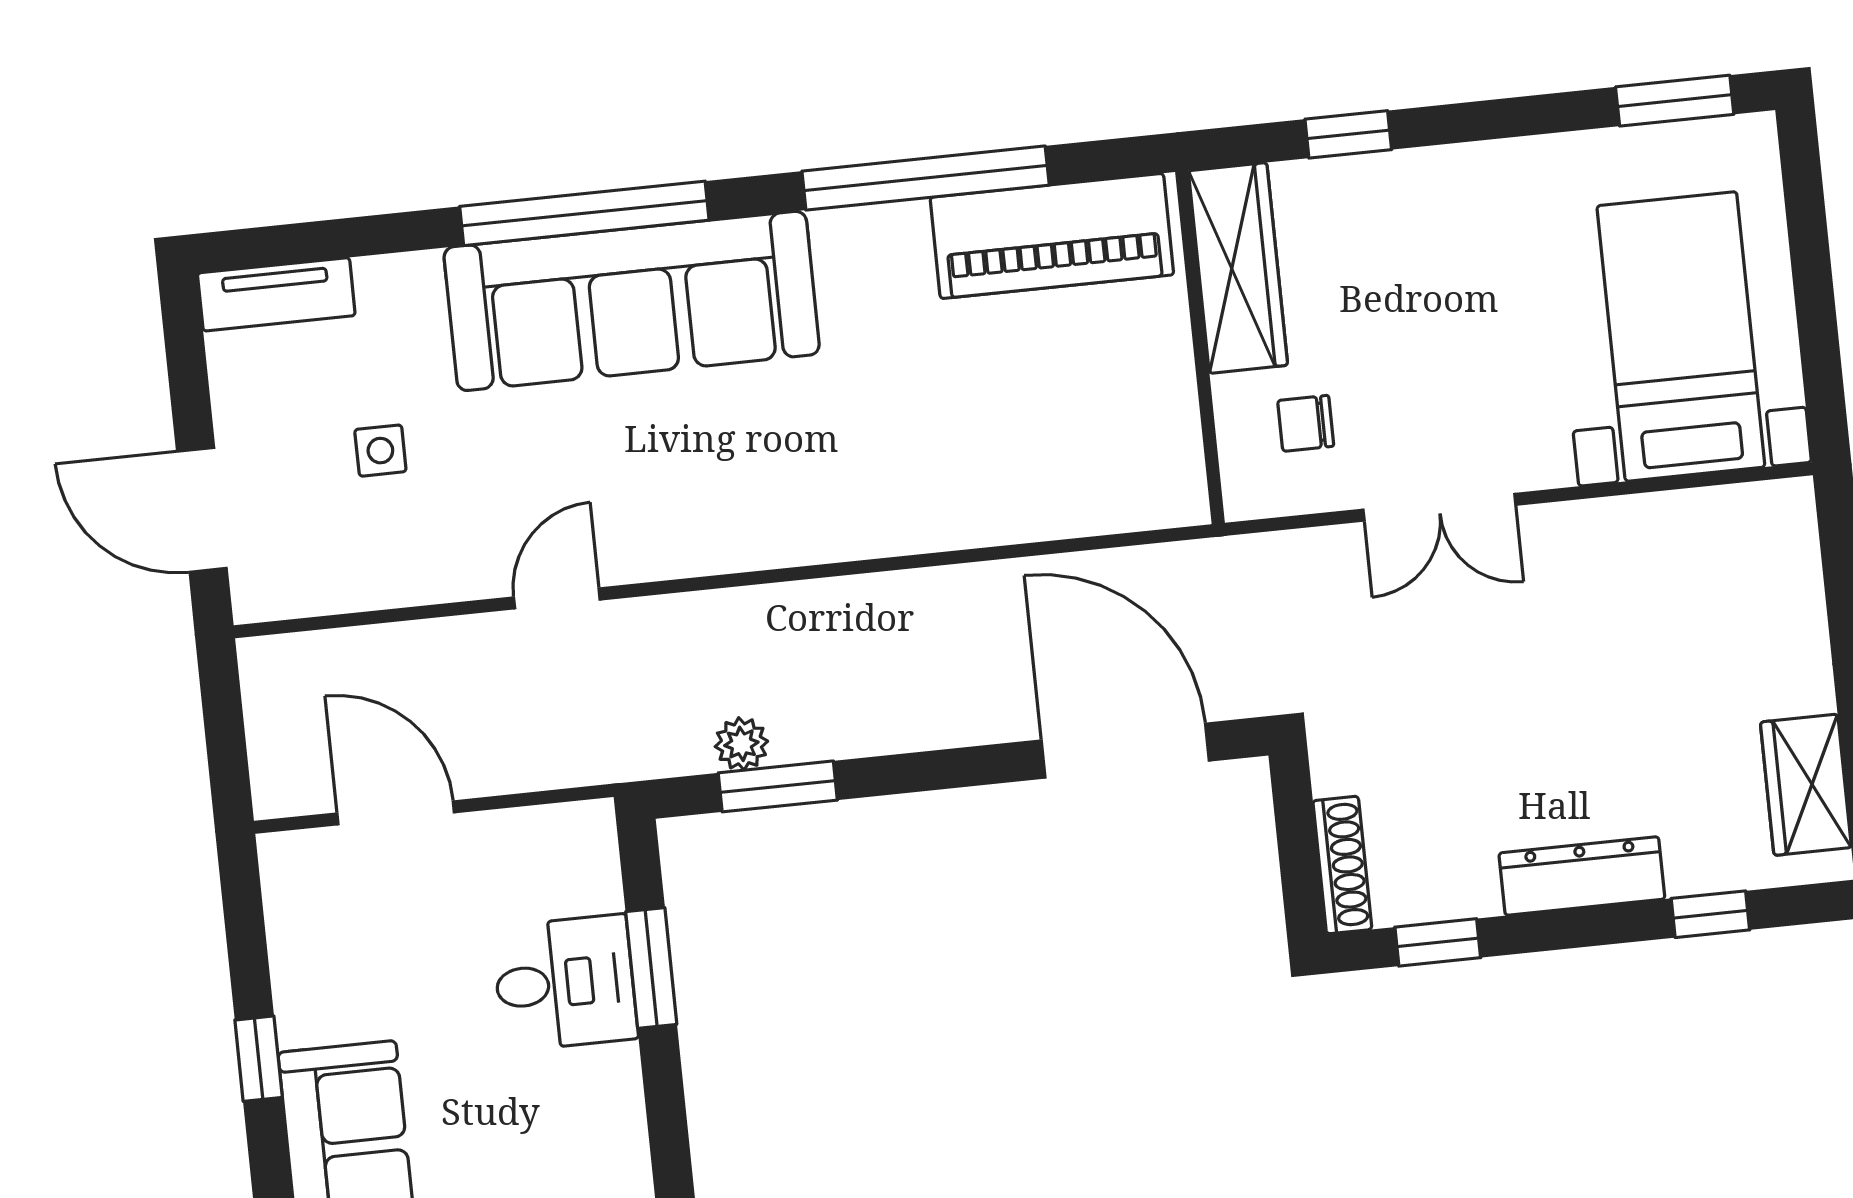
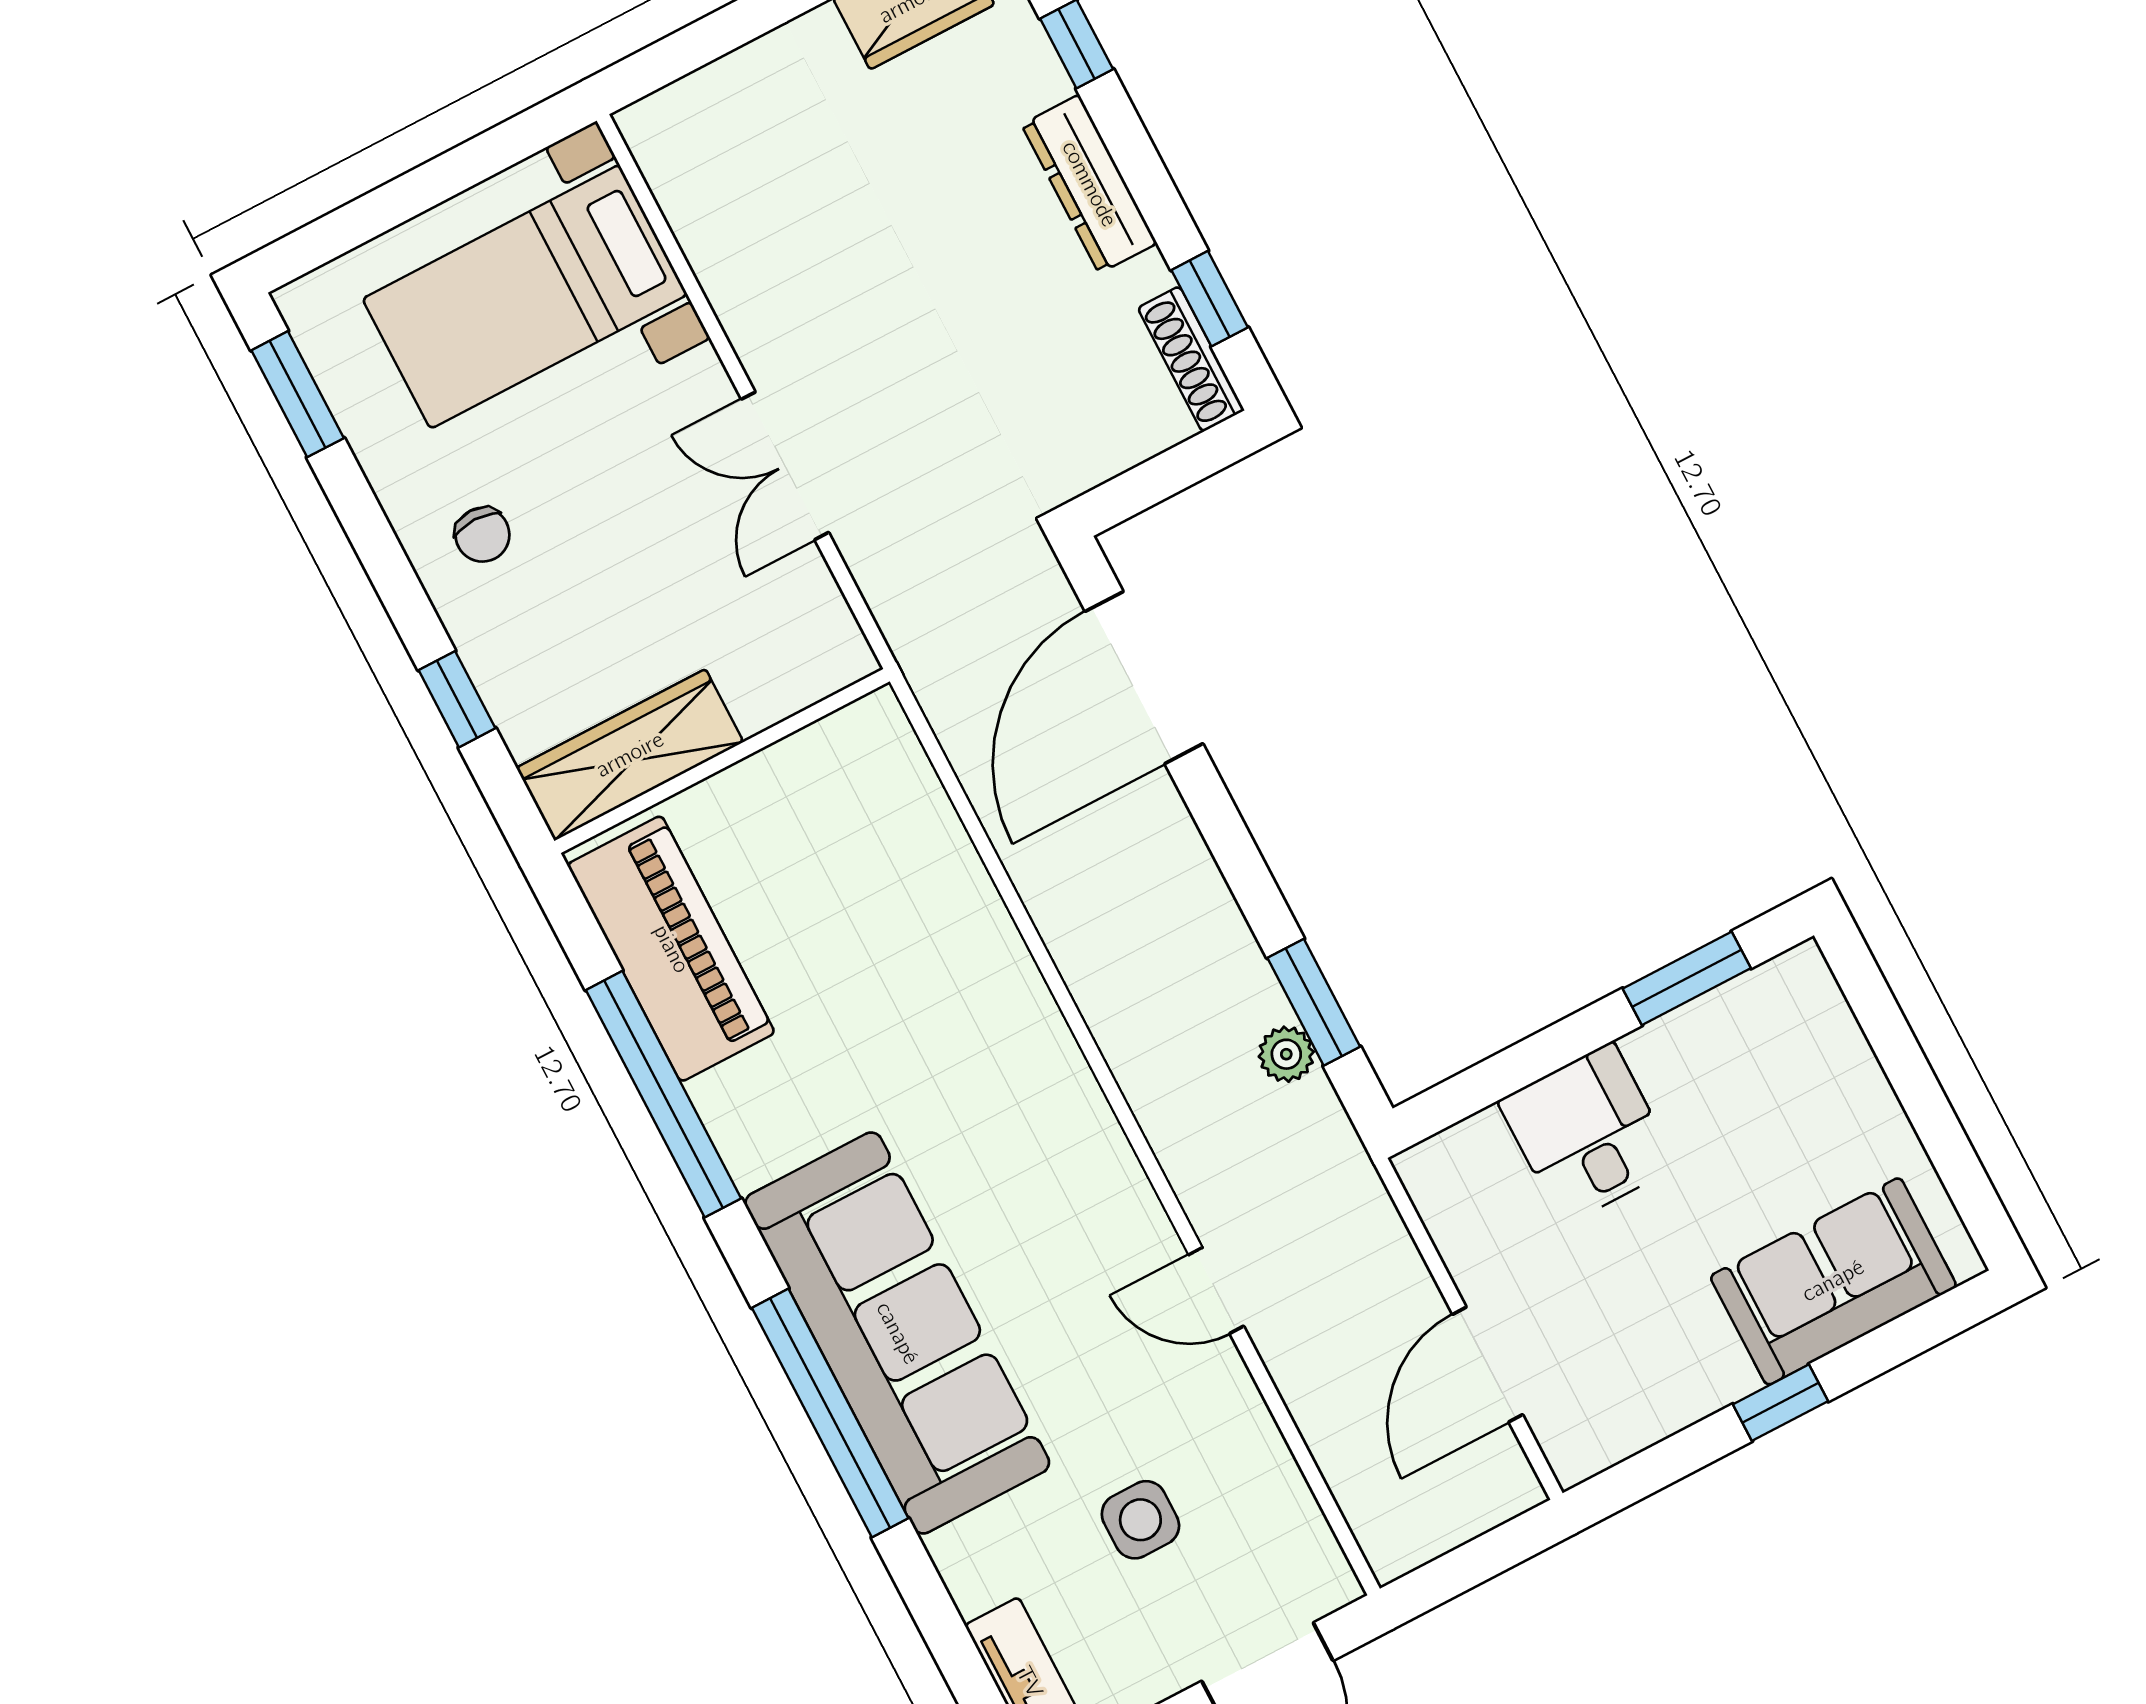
chair: (1306, 423) -> (482, 535), moved
side table: (380, 451) -> (1140, 1520), width x1.37, depth x1.37
double door: (1439, 507) -> (785, 466), swing flipped
shoe rack: (1342, 865) -> (1191, 359), moved, turned -90
window: (651, 968) -> (1687, 978), moved

